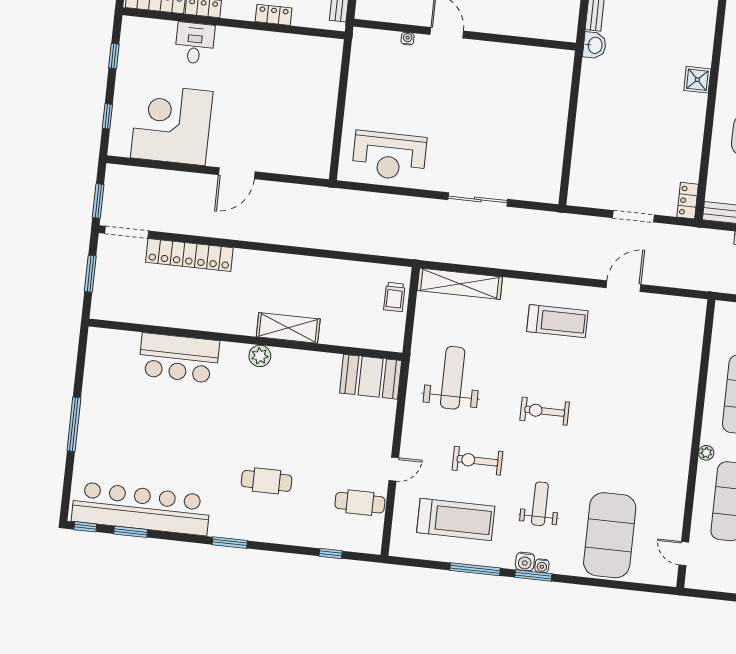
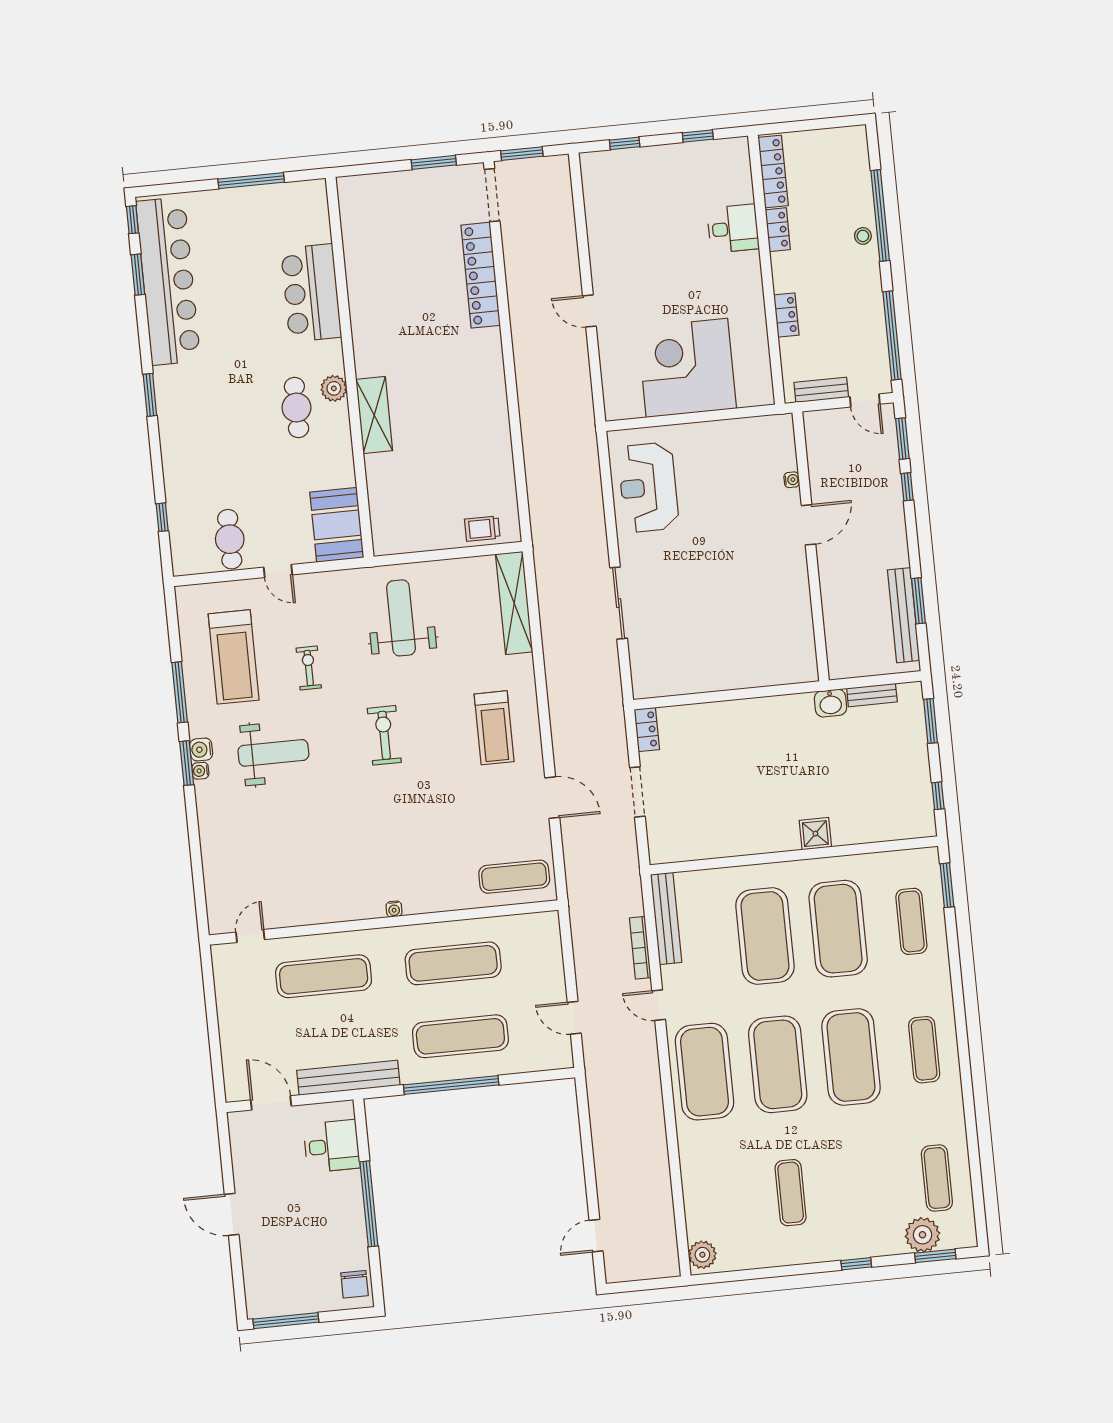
corner desk: (172, 125) -> (687, 368), moved, turned -90
door: (237, 173) -> (589, 311), width x0.73
locker: (688, 201) -> (647, 730), moved, turned 90
shelving: (288, 328) -> (374, 415), moved
wall: (246, 340) -> (350, 367), moved
plant: (260, 356) -> (334, 388), moved
bar counter: (179, 358) -> (311, 293), moved
booth: (371, 377) -> (337, 525), moved
weight bench: (453, 378) -> (401, 618), turned -90
water cooler: (687, 433) -> (394, 909), added
plant: (706, 453) -> (375, 937), removed
exercise bike: (477, 461) -> (309, 668), width x0.73, depth x0.72
cafe table: (267, 481) -> (296, 407), moved
weight bench: (540, 504) -> (273, 753), width x1.36, depth x1.33
exercise mat: (610, 535) -> (514, 877), moved, width x0.50, depth x0.69

